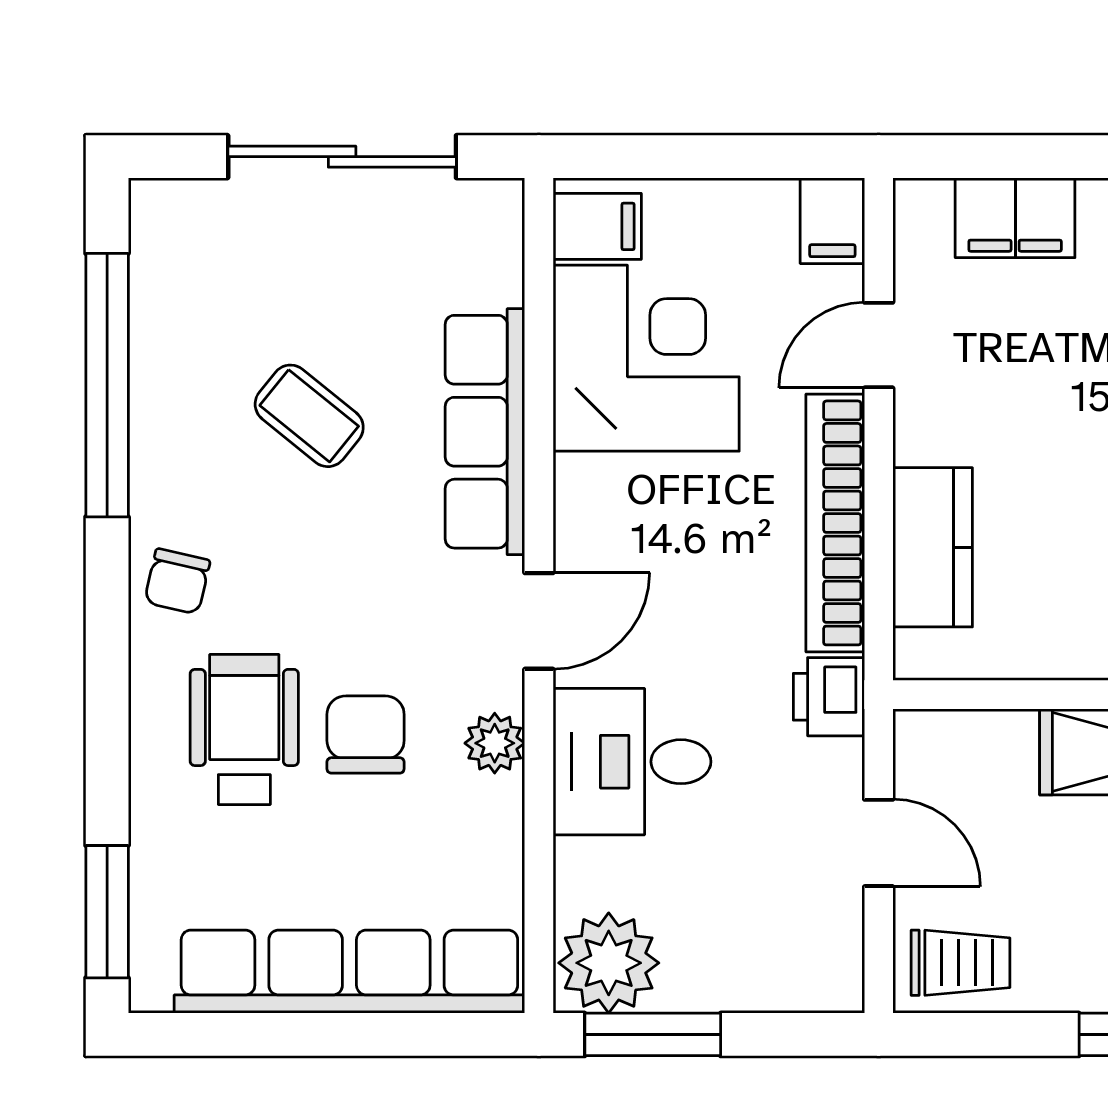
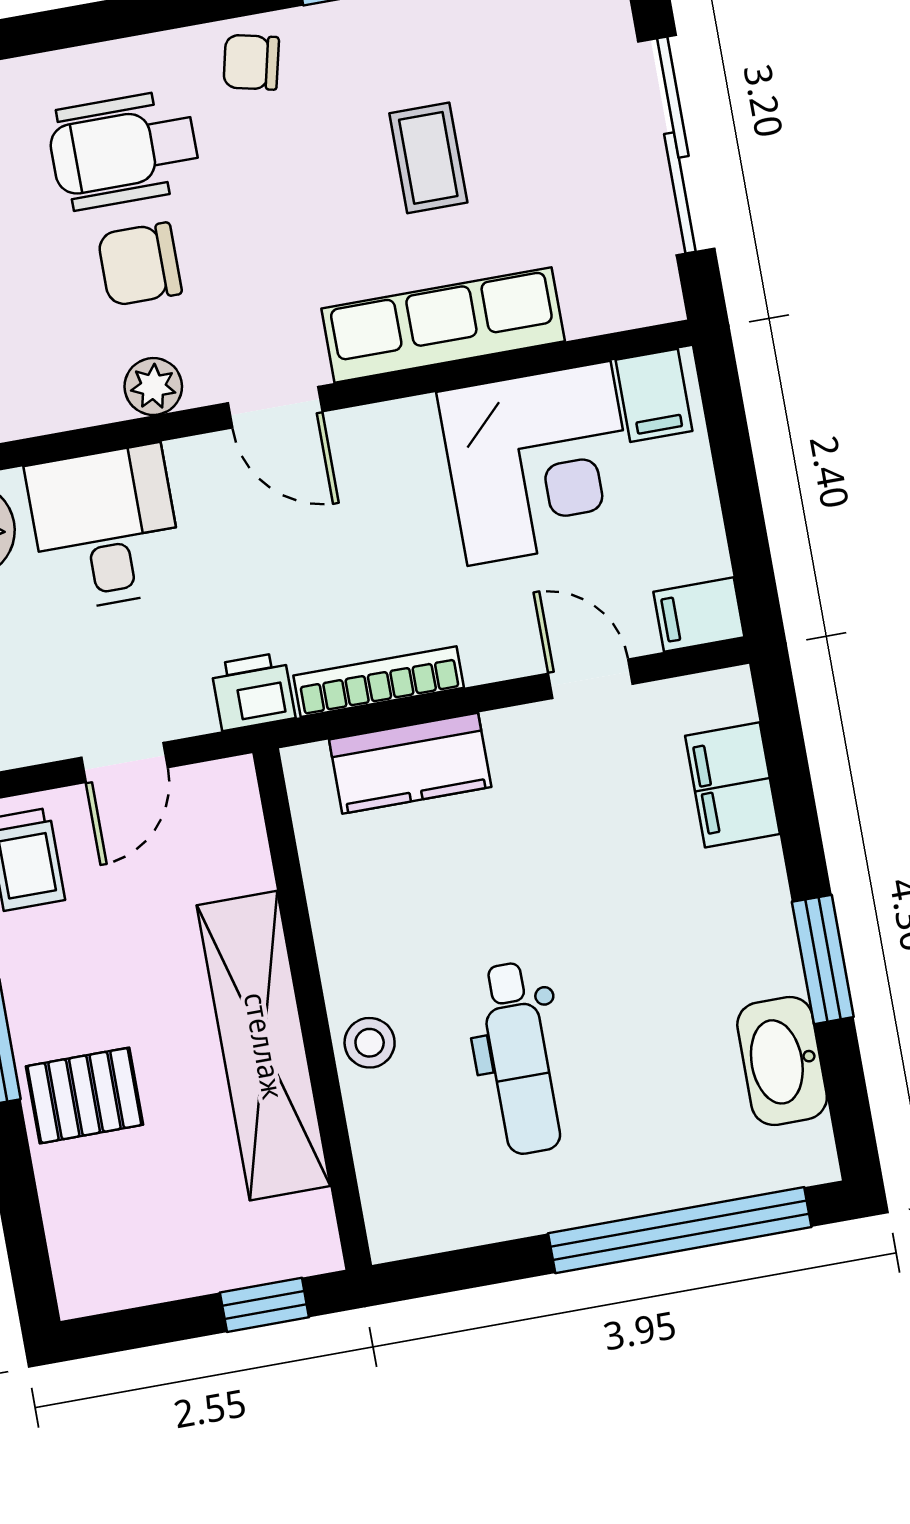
coffee table: (309, 416) -> (428, 158), turned -39
bookcase: (835, 523) -> (379, 682), width x0.68, depth x0.76
wheelchair: (244, 729) -> (124, 150), turned 180
chair: (366, 735) -> (140, 264), turned 180
desk: (632, 762) -> (105, 528), moved

